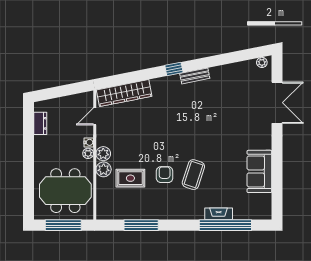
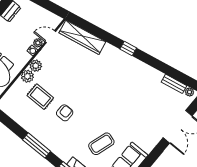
bench: (195, 76) -> (174, 84), moved
plant: (88, 153) -> (38, 43), moved
coffee table: (193, 175) -> (101, 144), moved
window: (141, 225) -> (37, 145), moved

